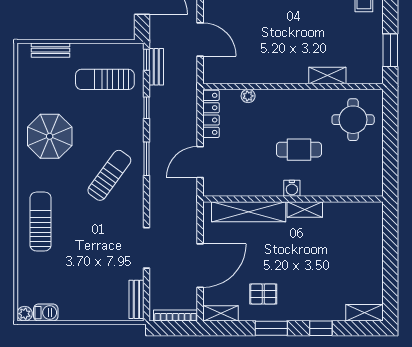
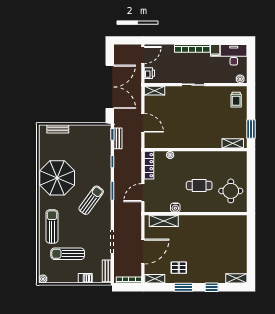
shelving: (327, 75) -> (233, 143), moved
sun lounger: (105, 79) -> (68, 254), moved
round table: (353, 120) -> (231, 191), moved
parasol: (50, 136) -> (57, 178), width x1.36, depth x1.36
water cooler: (292, 188) -> (175, 207), moved
shelving: (305, 210) -> (202, 220), removed
shelving: (249, 212) -> (164, 221), width x0.68
barbecue: (46, 313) -> (85, 278), moved

